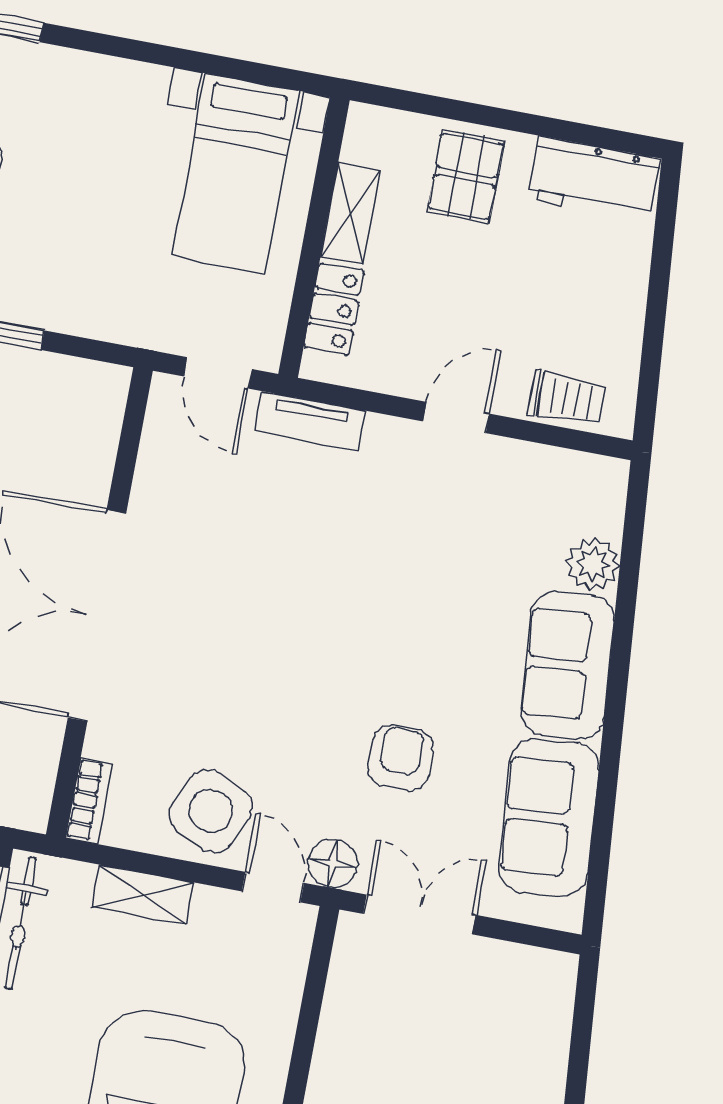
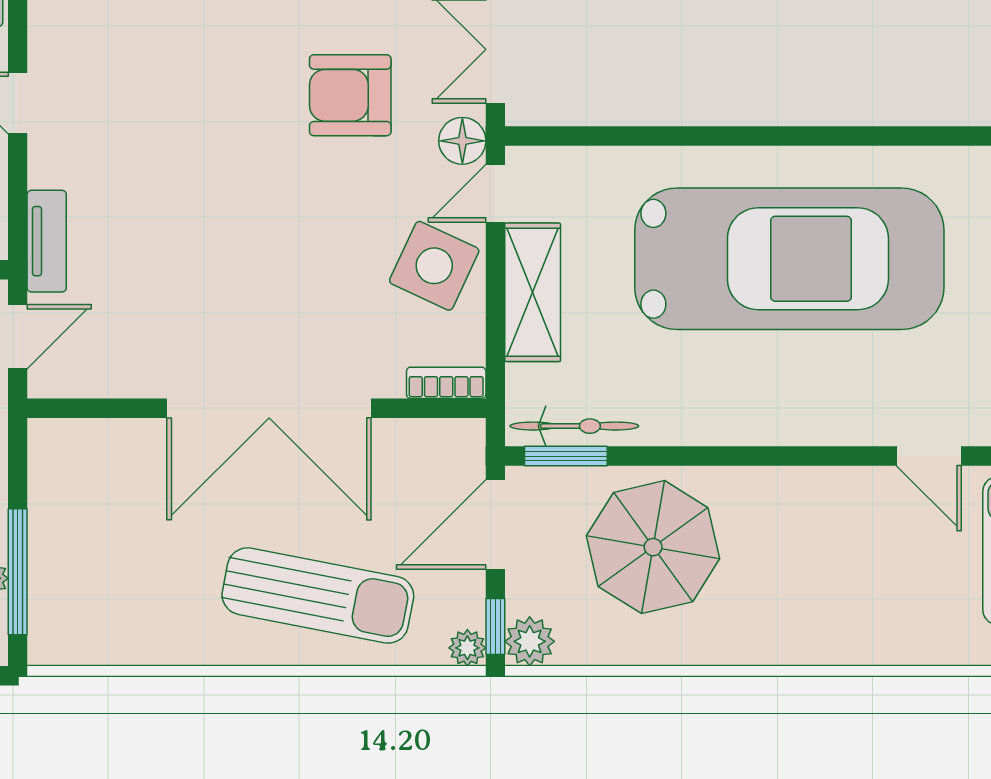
armchair: (400, 758) -> (350, 95), width x1.38, depth x1.38
shelving: (143, 895) -> (533, 292), width x1.50, depth x1.33

